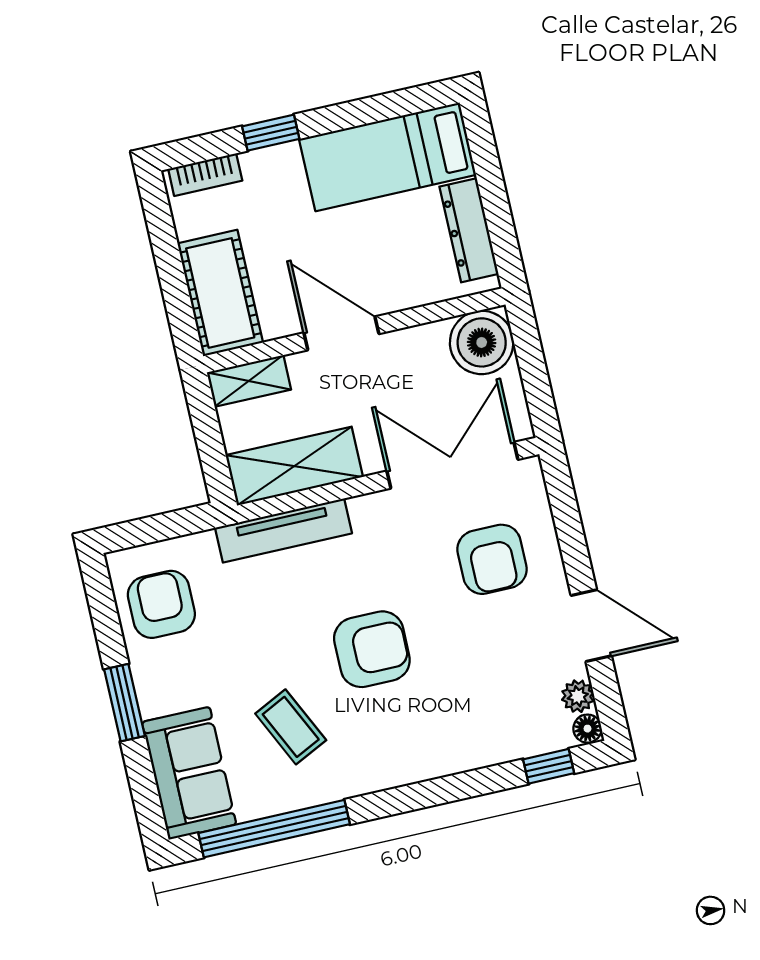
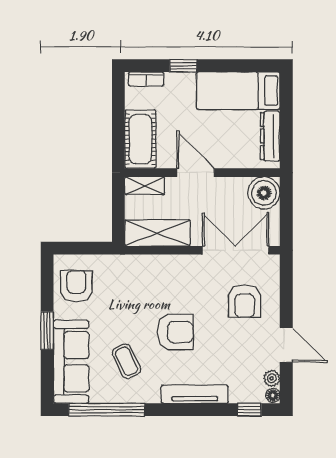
tv unit: (284, 531) -> (195, 394), moved, turned 180
sofa: (189, 773) -> (71, 362), width x1.36

